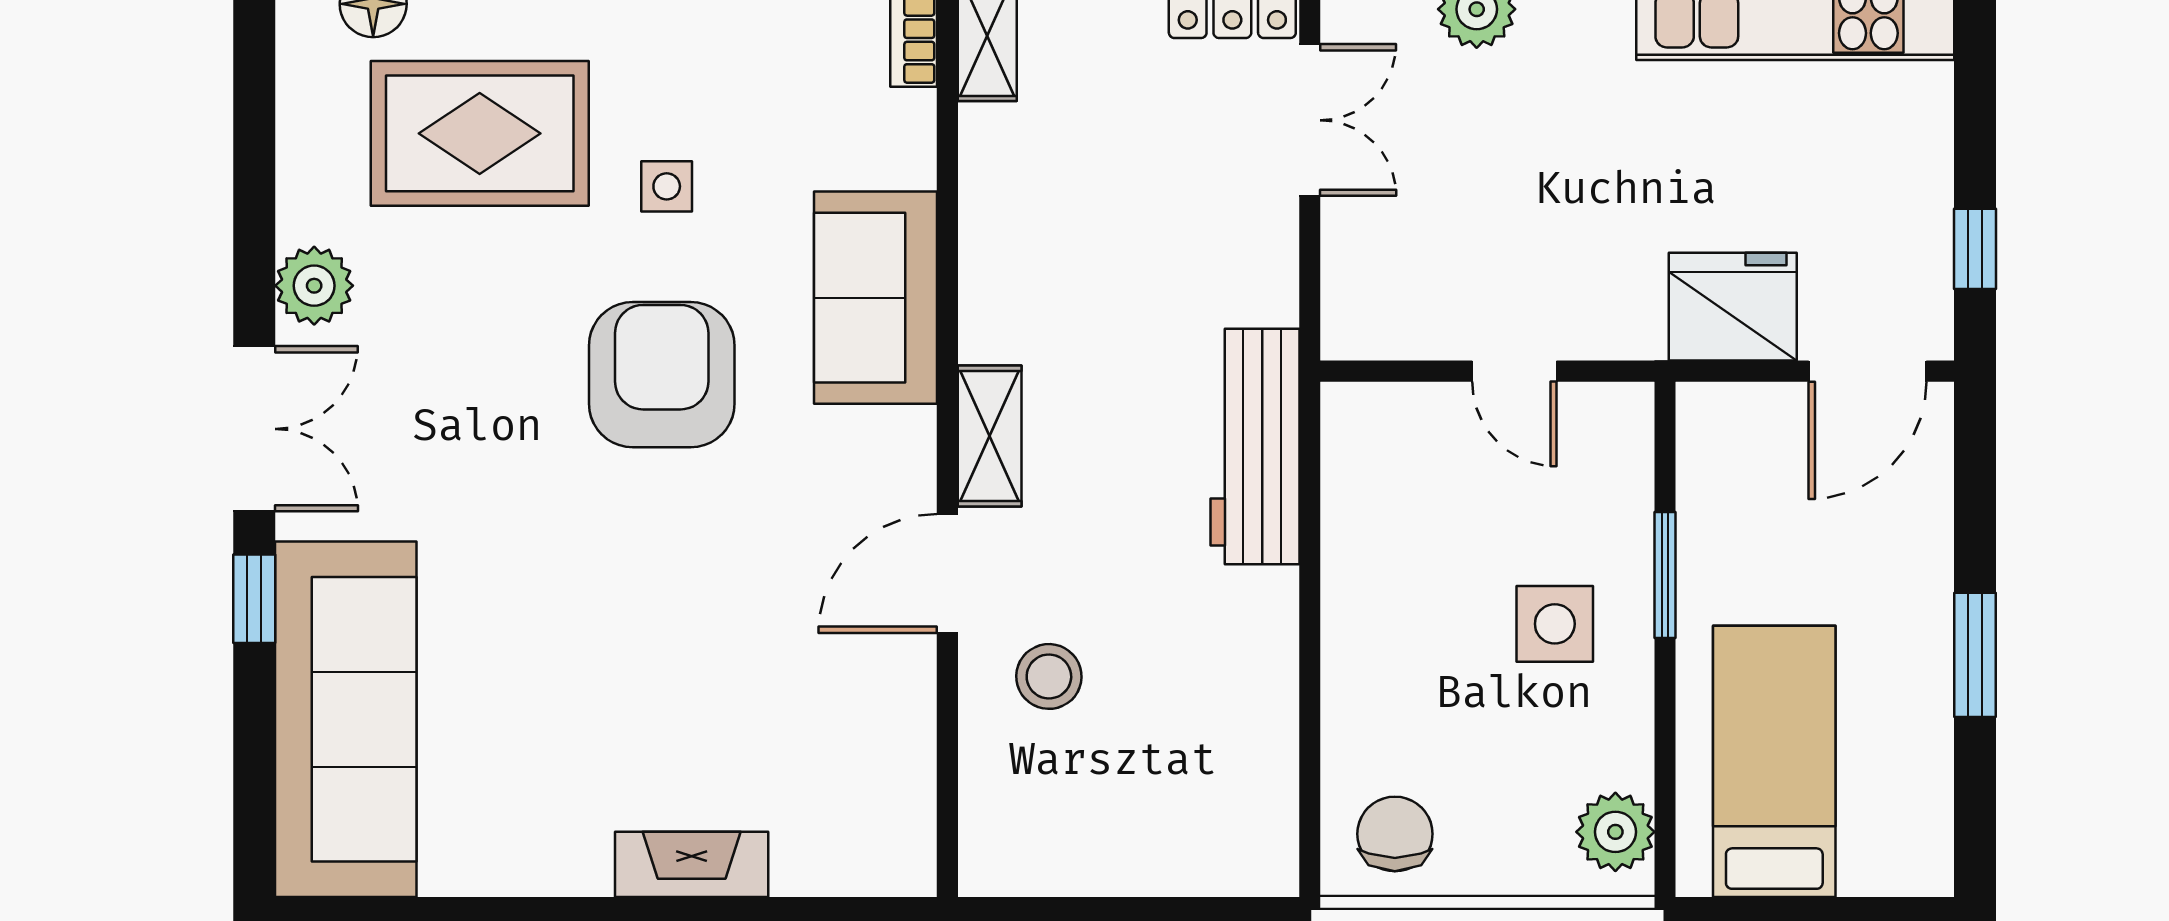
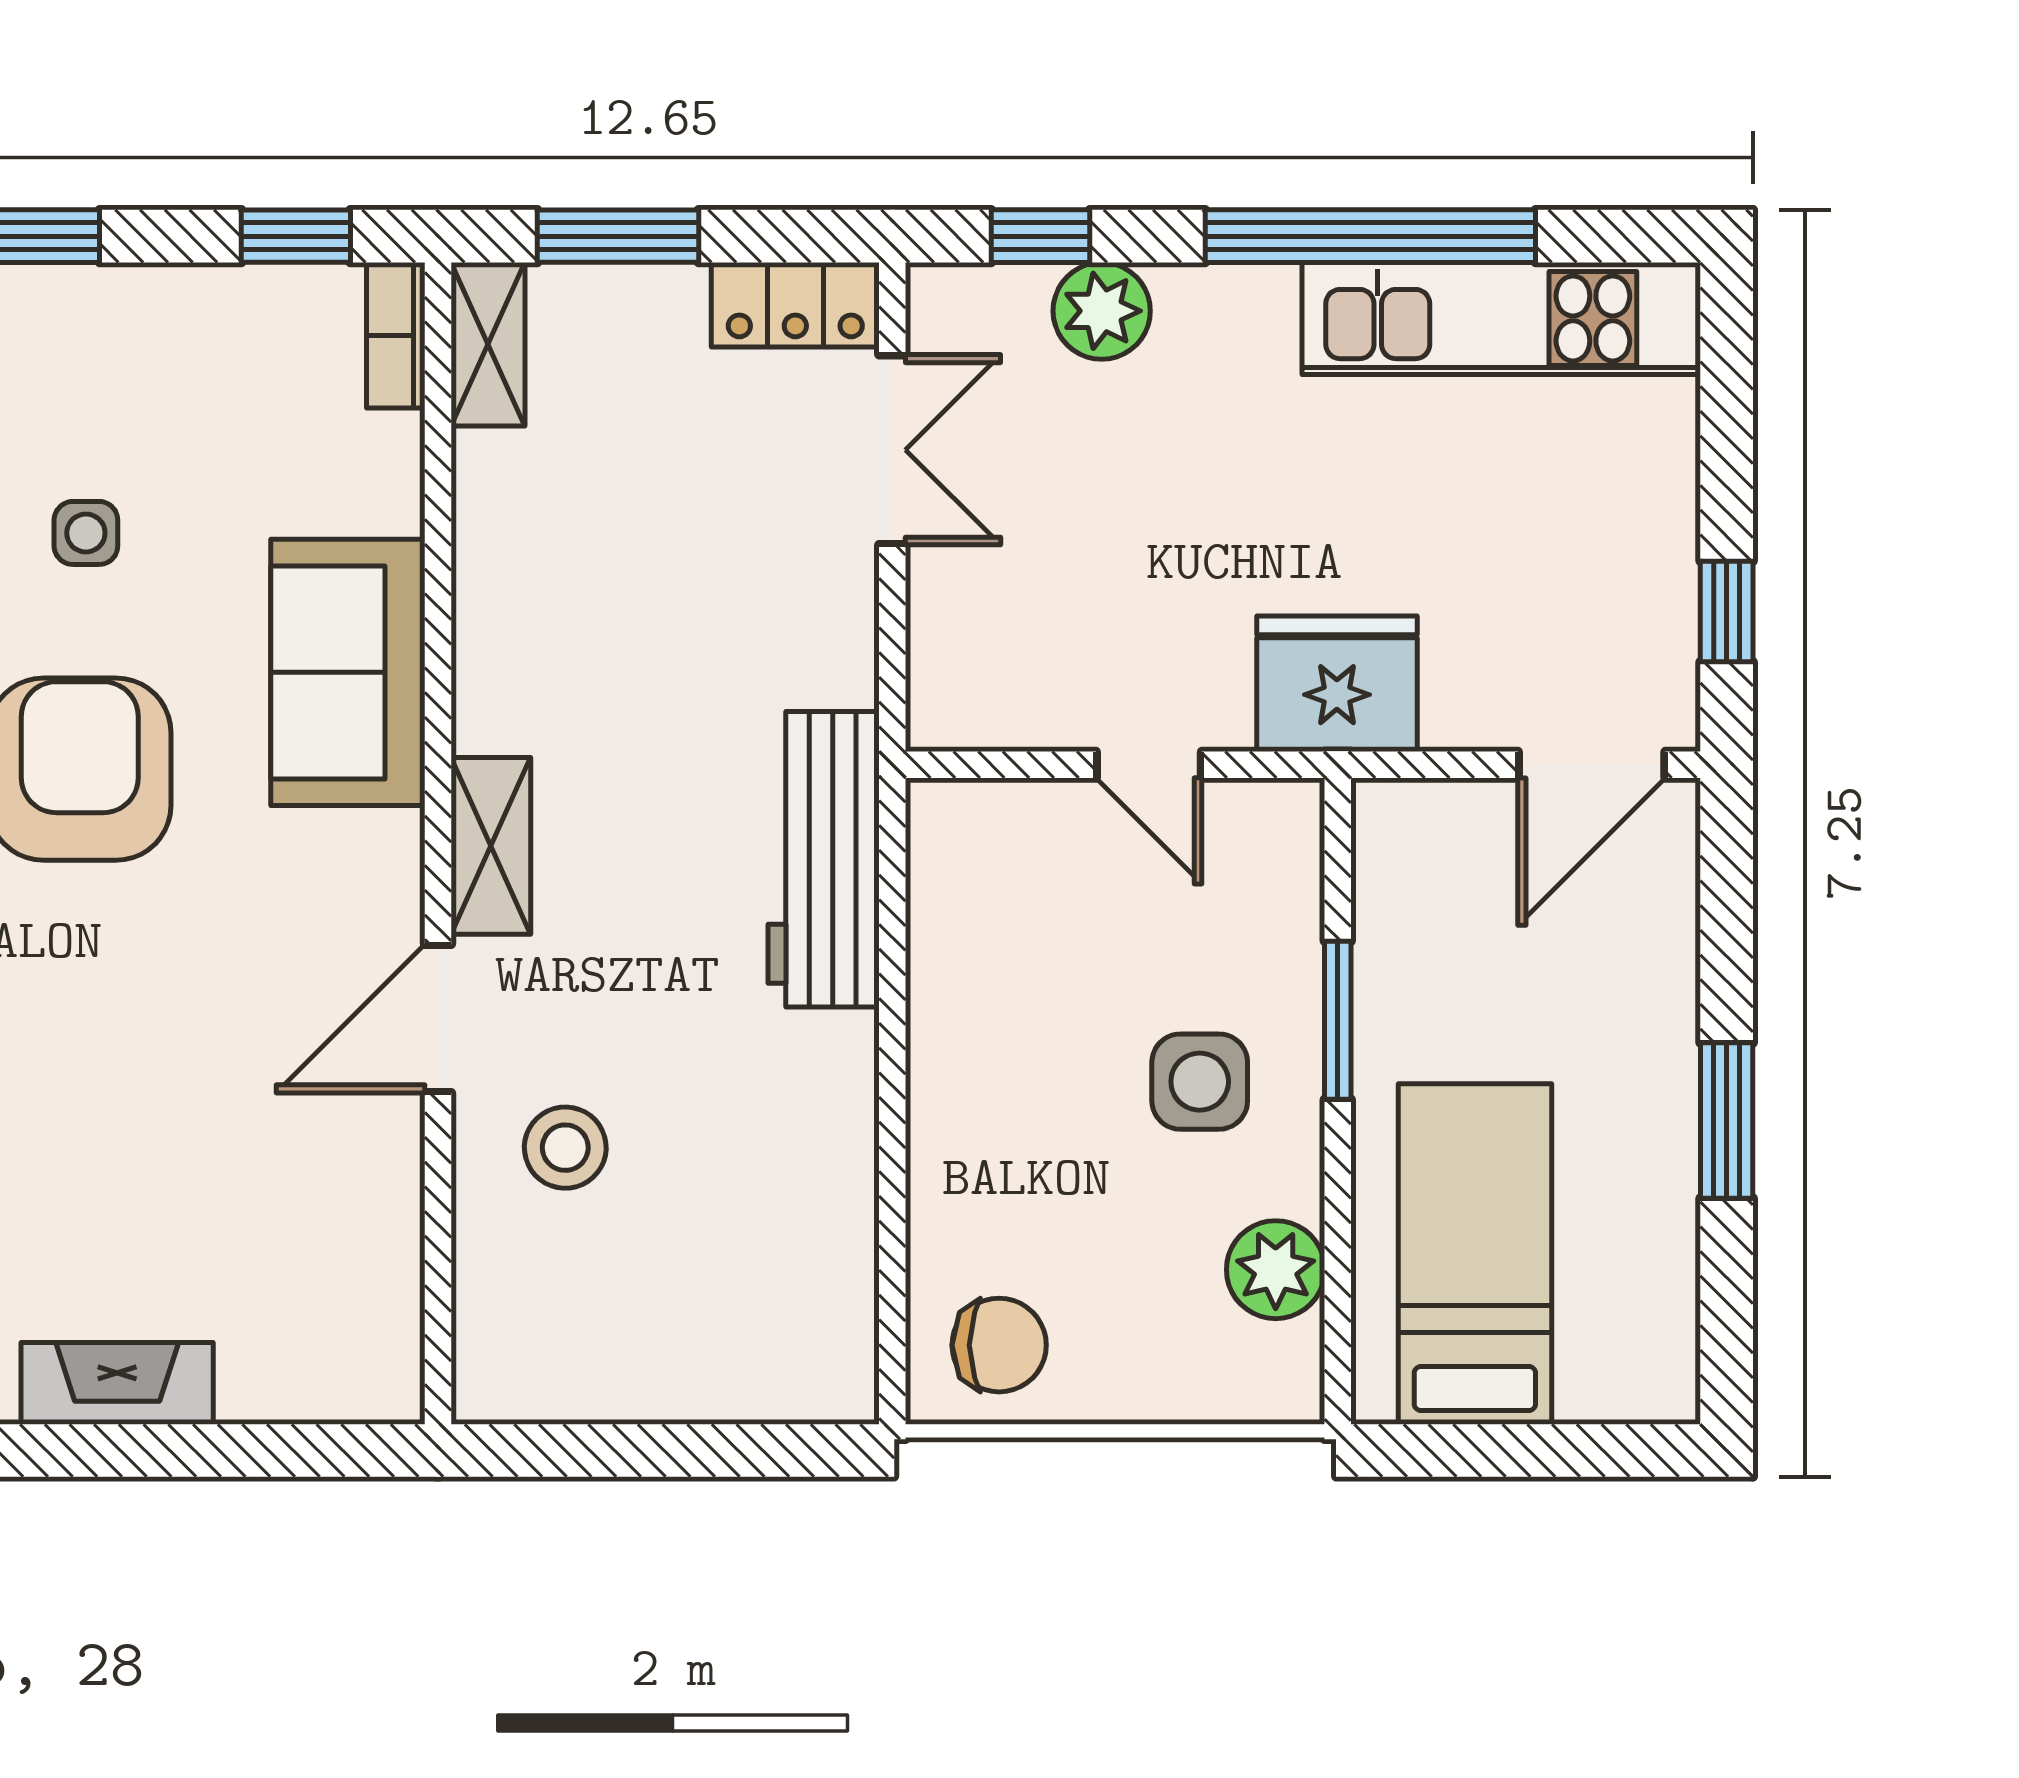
fridge: (1733, 307) -> (1337, 684), moved
plant: (1615, 832) -> (1276, 1270), moved
chair: (1395, 834) -> (999, 1345), turned 90

